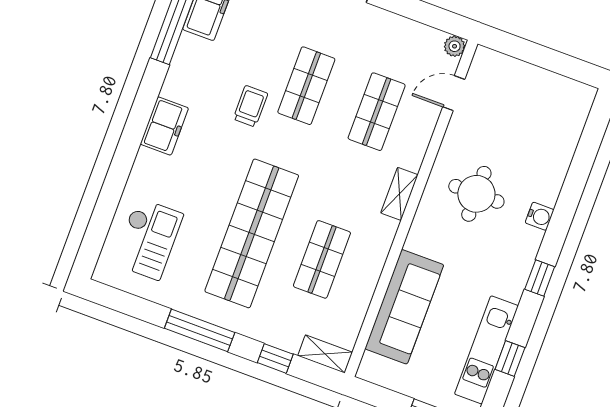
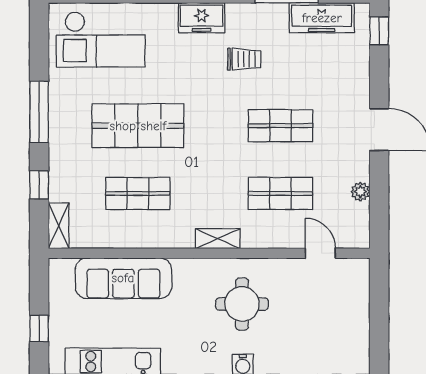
plant: (455, 46) -> (360, 192), moved
trolley: (250, 106) -> (244, 59), moved
shop shelf: (252, 233) -> (138, 126), width x0.71
checkout: (148, 239) -> (101, 39), width x1.36, depth x1.21

